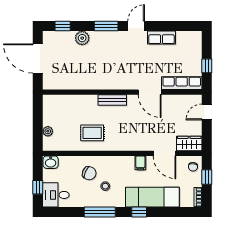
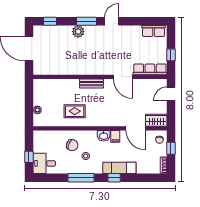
plant: (82, 38) -> (78, 32), moved
row of seats: (161, 38) -> (154, 31), moved
washbasin: (51, 162) -> (104, 136), moved
exam couch: (152, 197) -> (119, 168), width x0.73, depth x0.69

